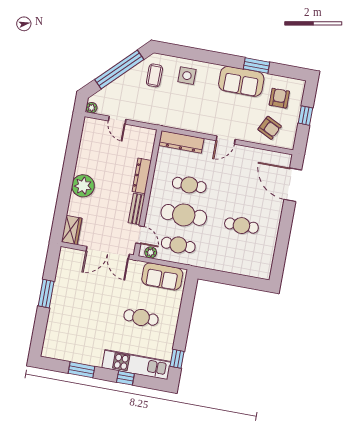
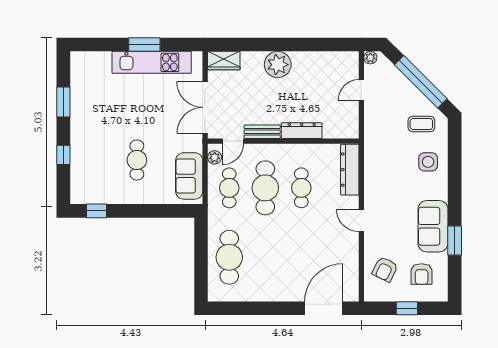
armchair: (279, 98) -> (422, 274), turned 90
cafe table: (241, 226) -> (229, 257), moved, width x1.37, depth x1.35
kitchen unit: (136, 365) -> (152, 62), moved, turned 90

